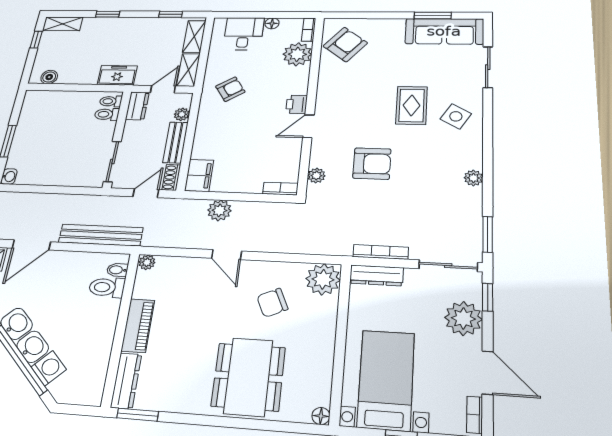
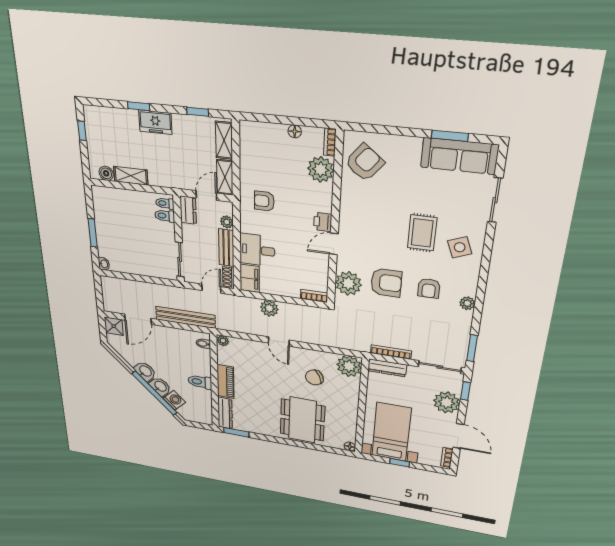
shelving: (63, 24) -> (131, 176), moved
desk: (243, 34) -> (257, 250), moved, turned -90
freezer: (117, 75) -> (155, 122), moved, turned 180
armchair: (230, 89) -> (264, 201), turned -147
side table: (456, 116) -> (460, 247), turned 37
armchair: (424, 165) -> (429, 288), added
plant: (316, 176) -> (348, 283), width x1.88, depth x1.88
toilet: (107, 287) -> (200, 382), moved

